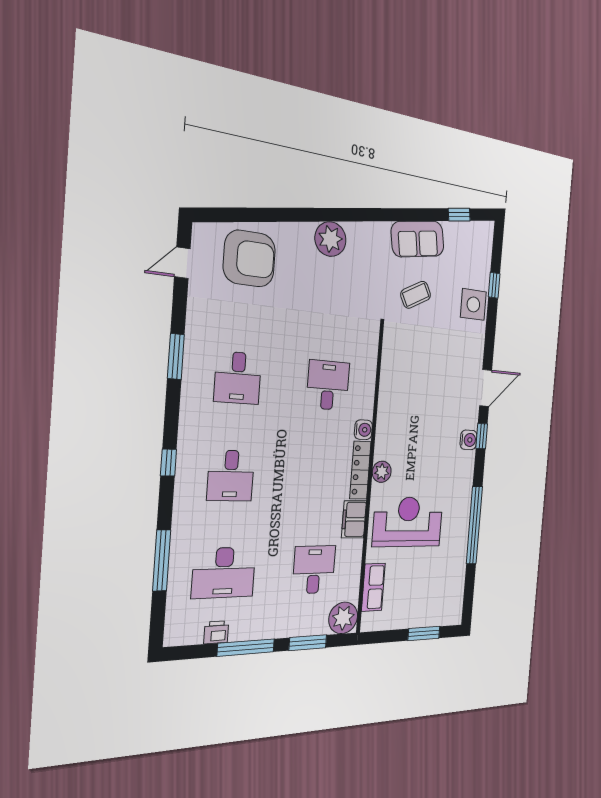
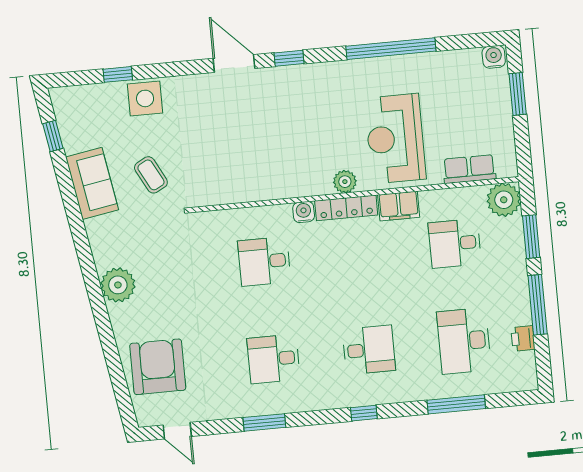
desk: (238, 378) -> (274, 359), turned 180
water cooler: (469, 440) -> (494, 57), moved
desk: (224, 573) -> (464, 341), turned 180

